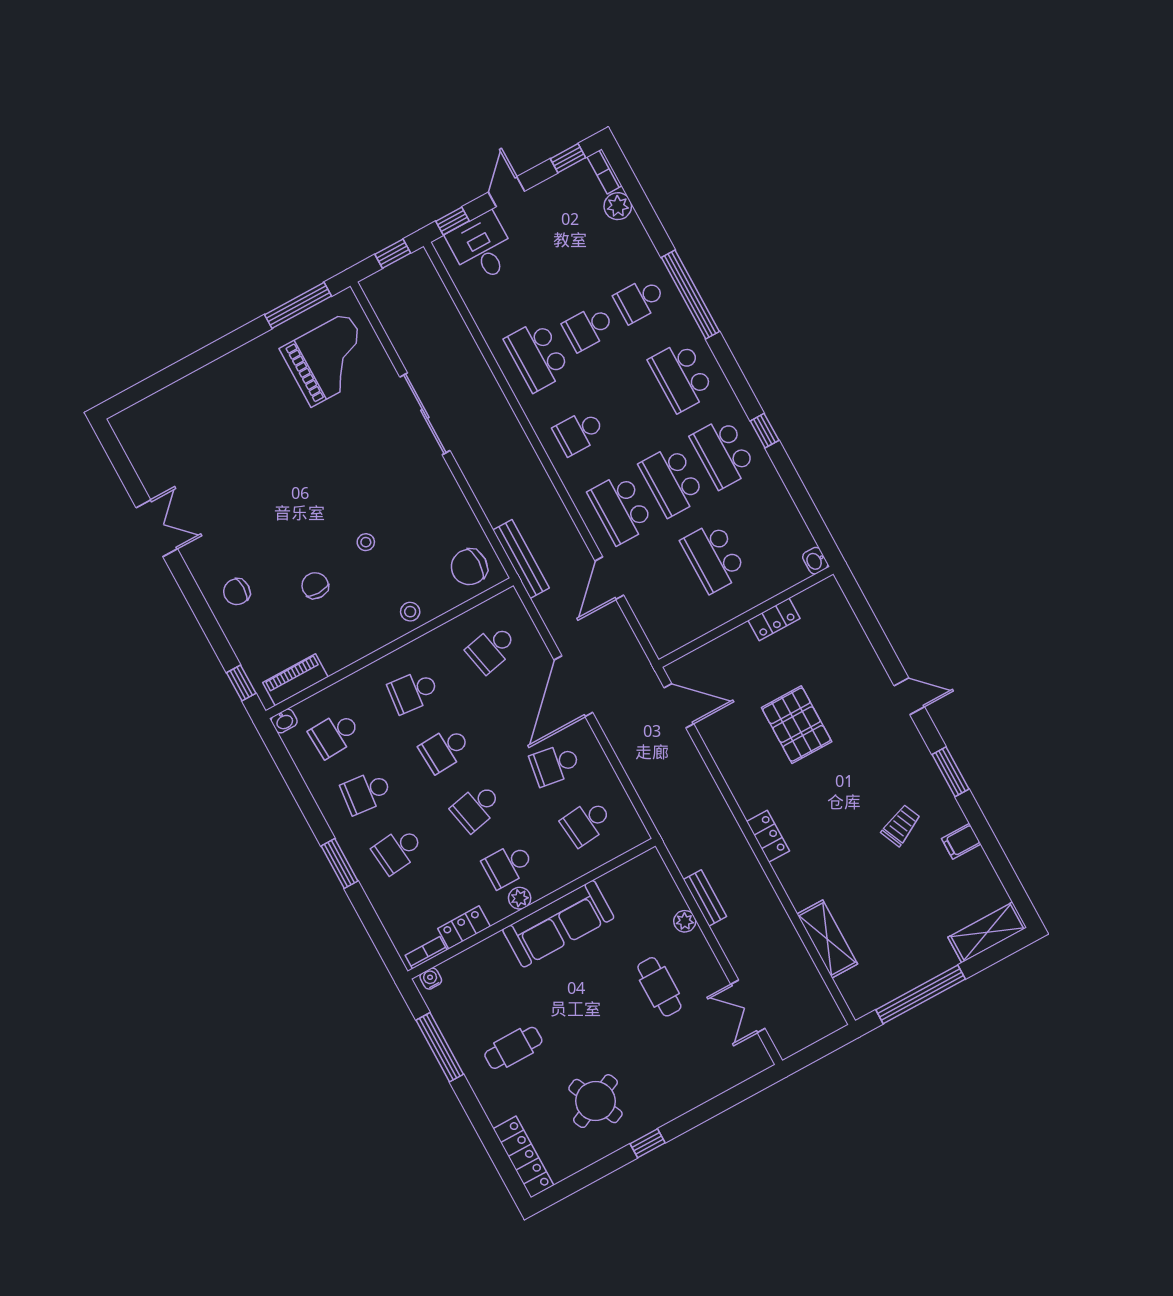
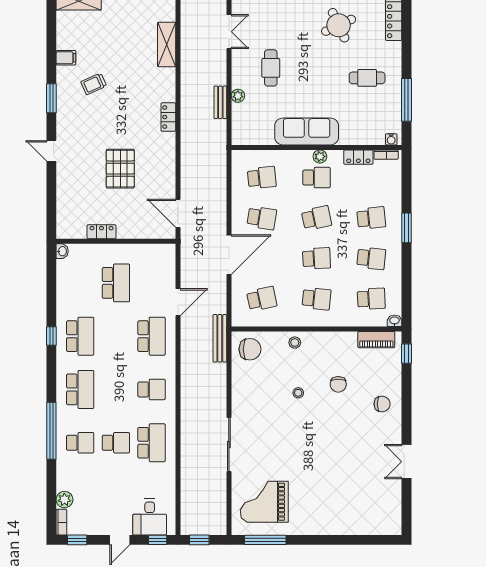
school desk: (672, 481) -> (116, 336), removed

